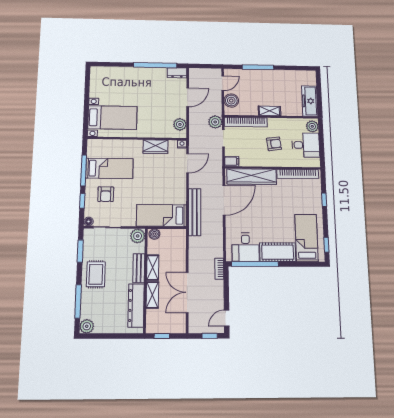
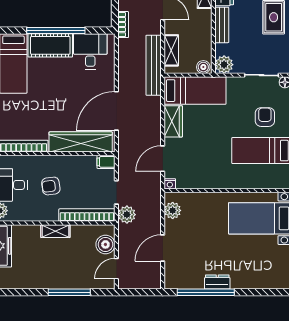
dresser: (177, 73) -> (217, 282), moved
wardrobe: (155, 147) -> (173, 121), moved, turned 90
bench: (195, 212) -> (154, 65), moved
window: (255, 264) -> (56, 30), moved
shelving: (153, 268) -> (171, 50), moved

